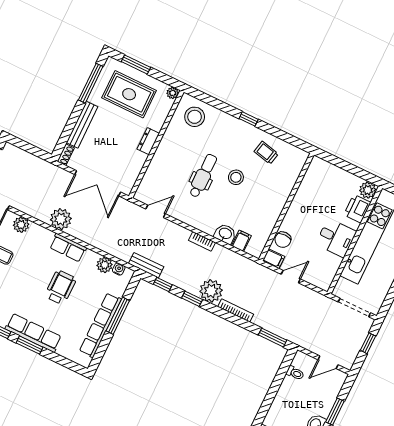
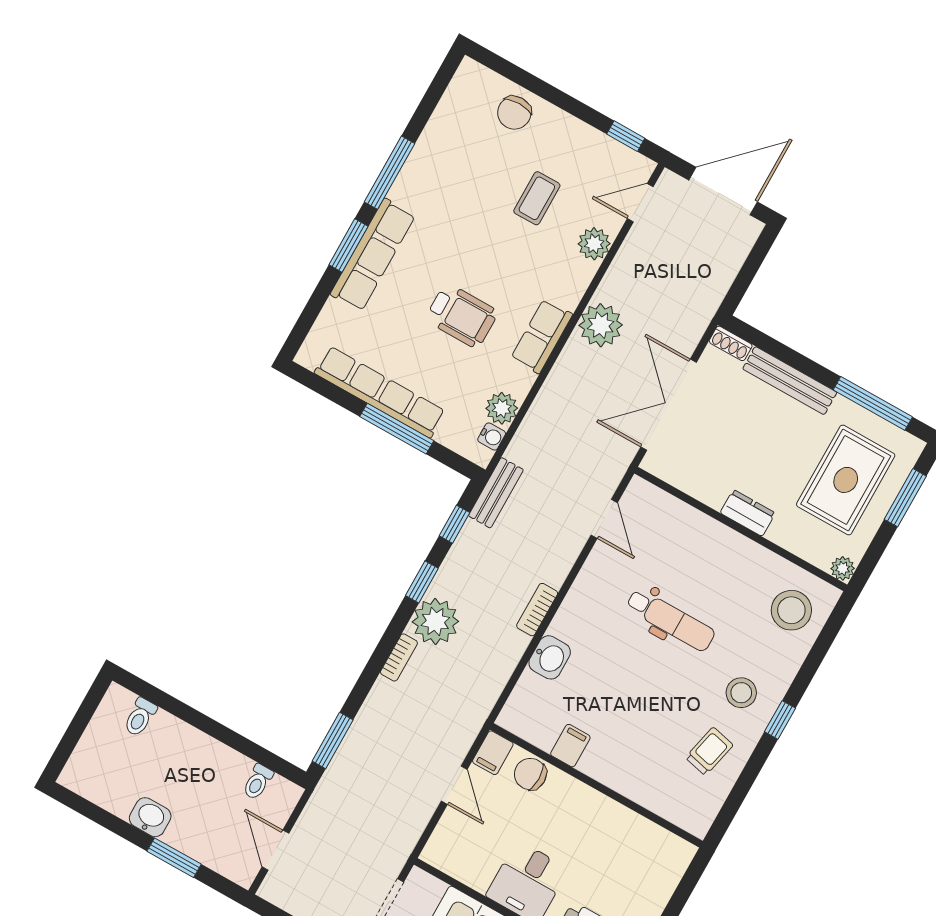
stool: (236, 177) -> (741, 693), moved
filing cabinet: (241, 241) -> (570, 746), moved, turned -90
bookcase: (236, 310) -> (399, 657), width x0.64

